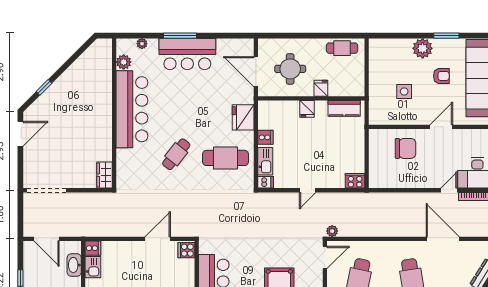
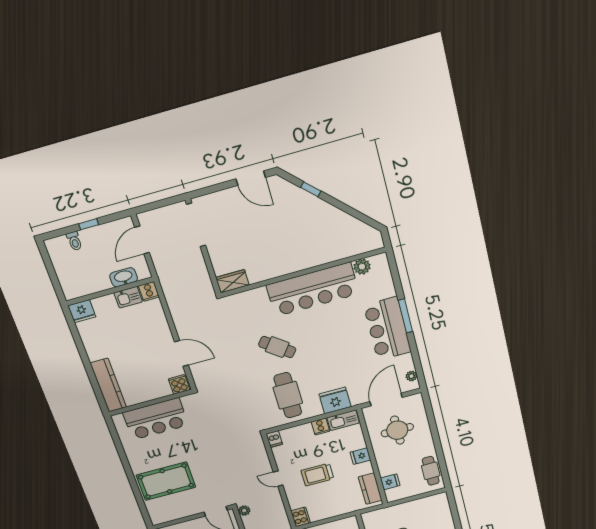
plant: (142, 44) -> (411, 376), moved
fridge: (321, 88) -> (390, 482), moved
trolley: (314, 153) -> (317, 475), added
kitchen sink: (265, 161) -> (343, 420), moved

